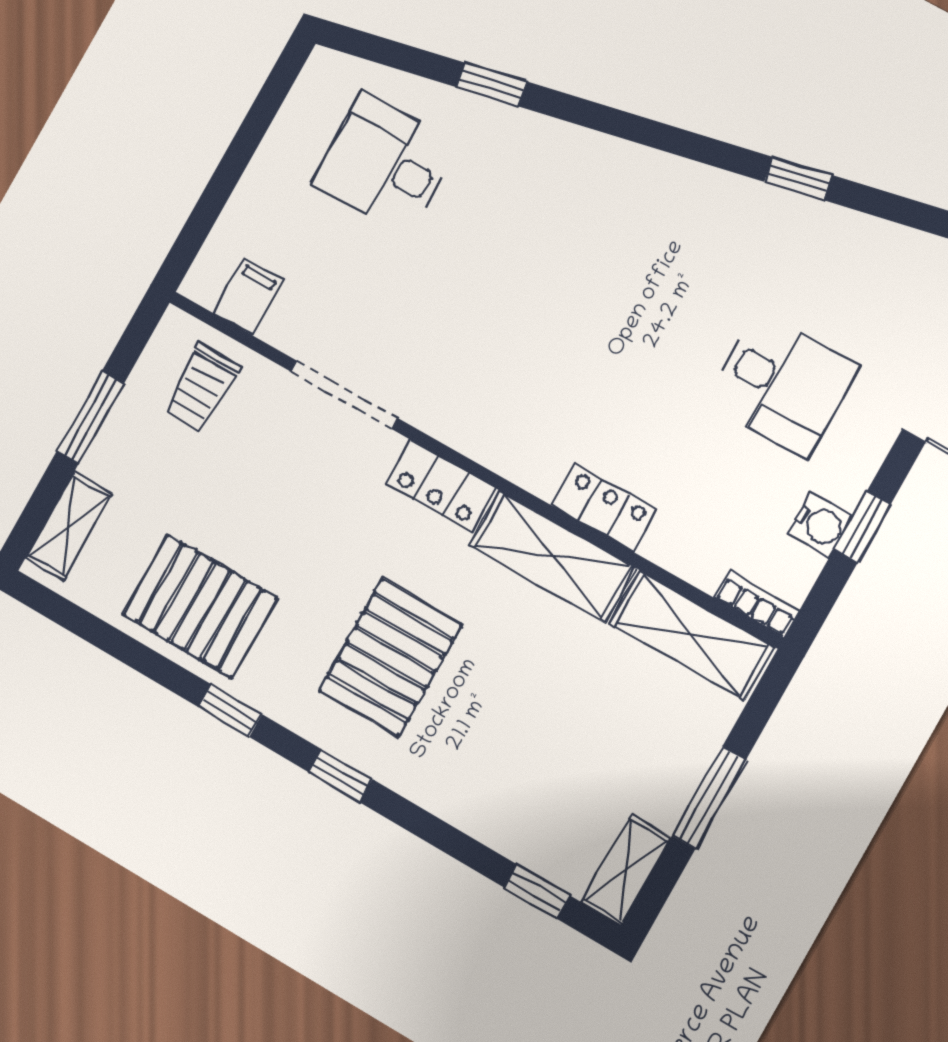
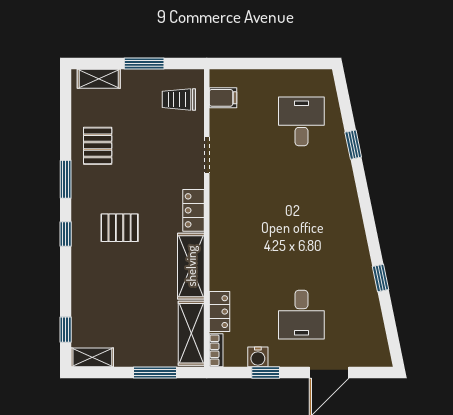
doorway: (344, 395) -> (207, 155), width x0.73
locker: (604, 508) -> (220, 312), moved
pallet: (200, 606) -> (98, 146), width x0.67, depth x0.71
pallet: (390, 658) -> (120, 228), width x0.67, depth x0.71
window: (230, 711) -> (66, 179), width x1.50
window: (709, 798) -> (155, 372), moved

